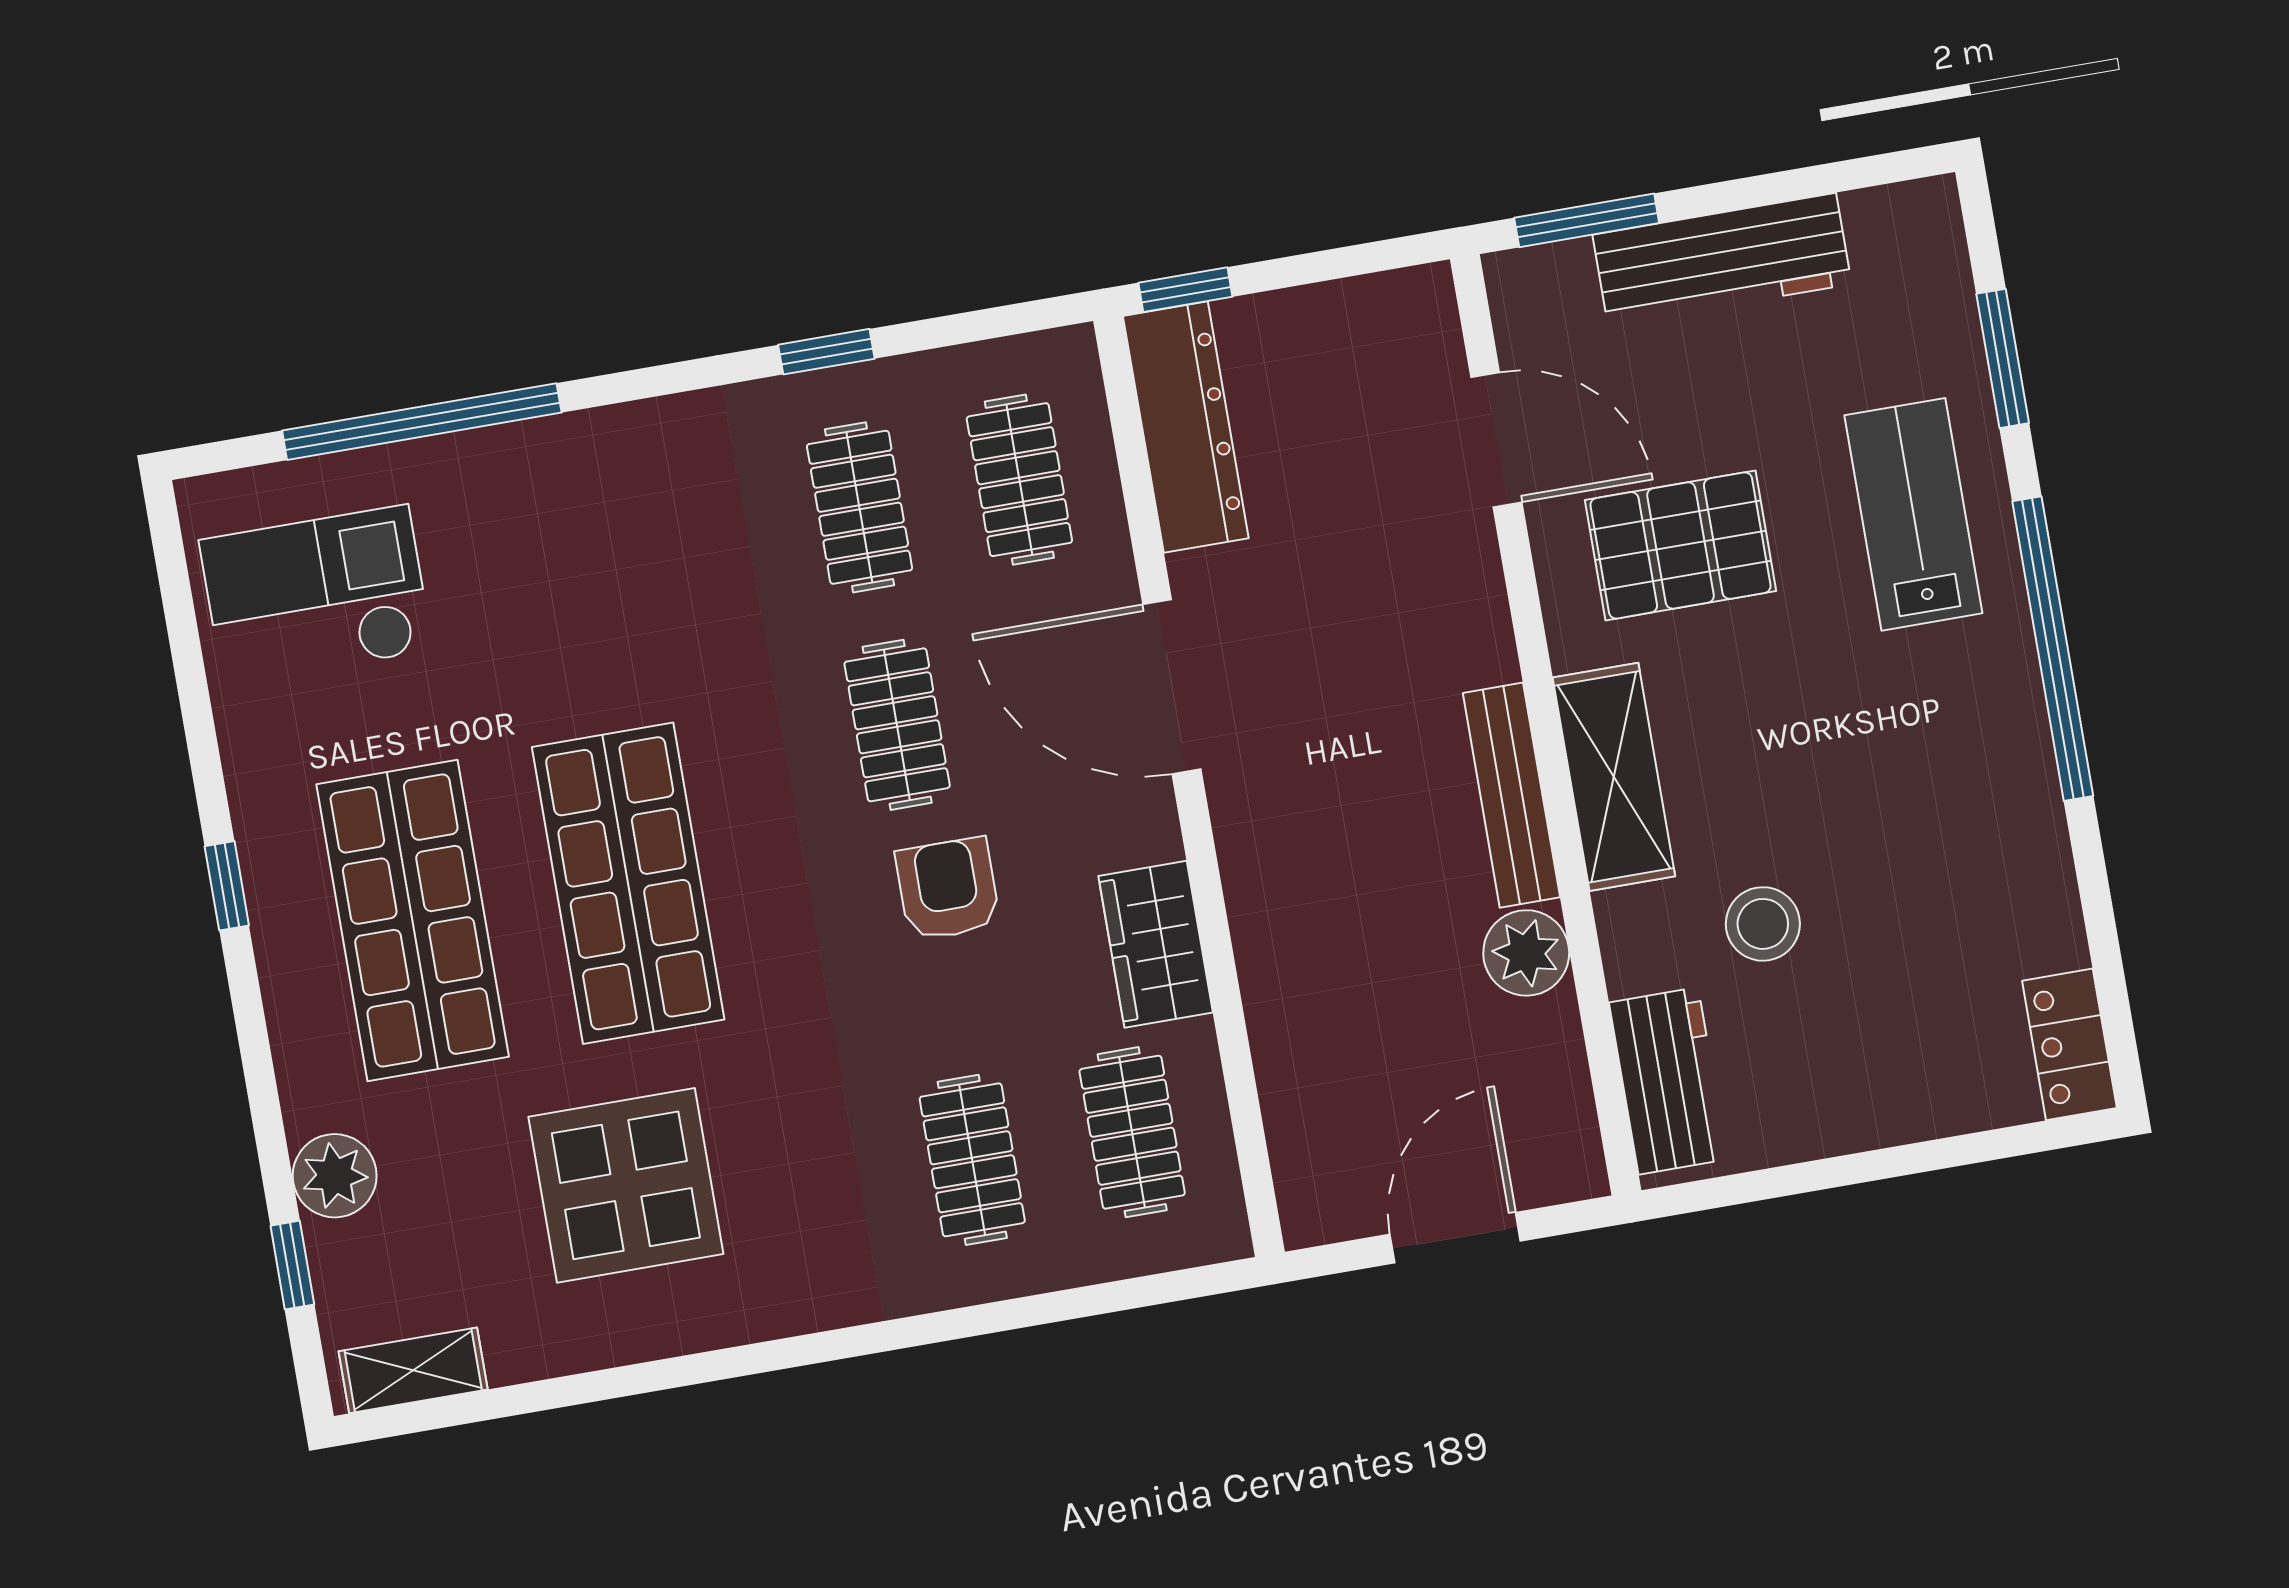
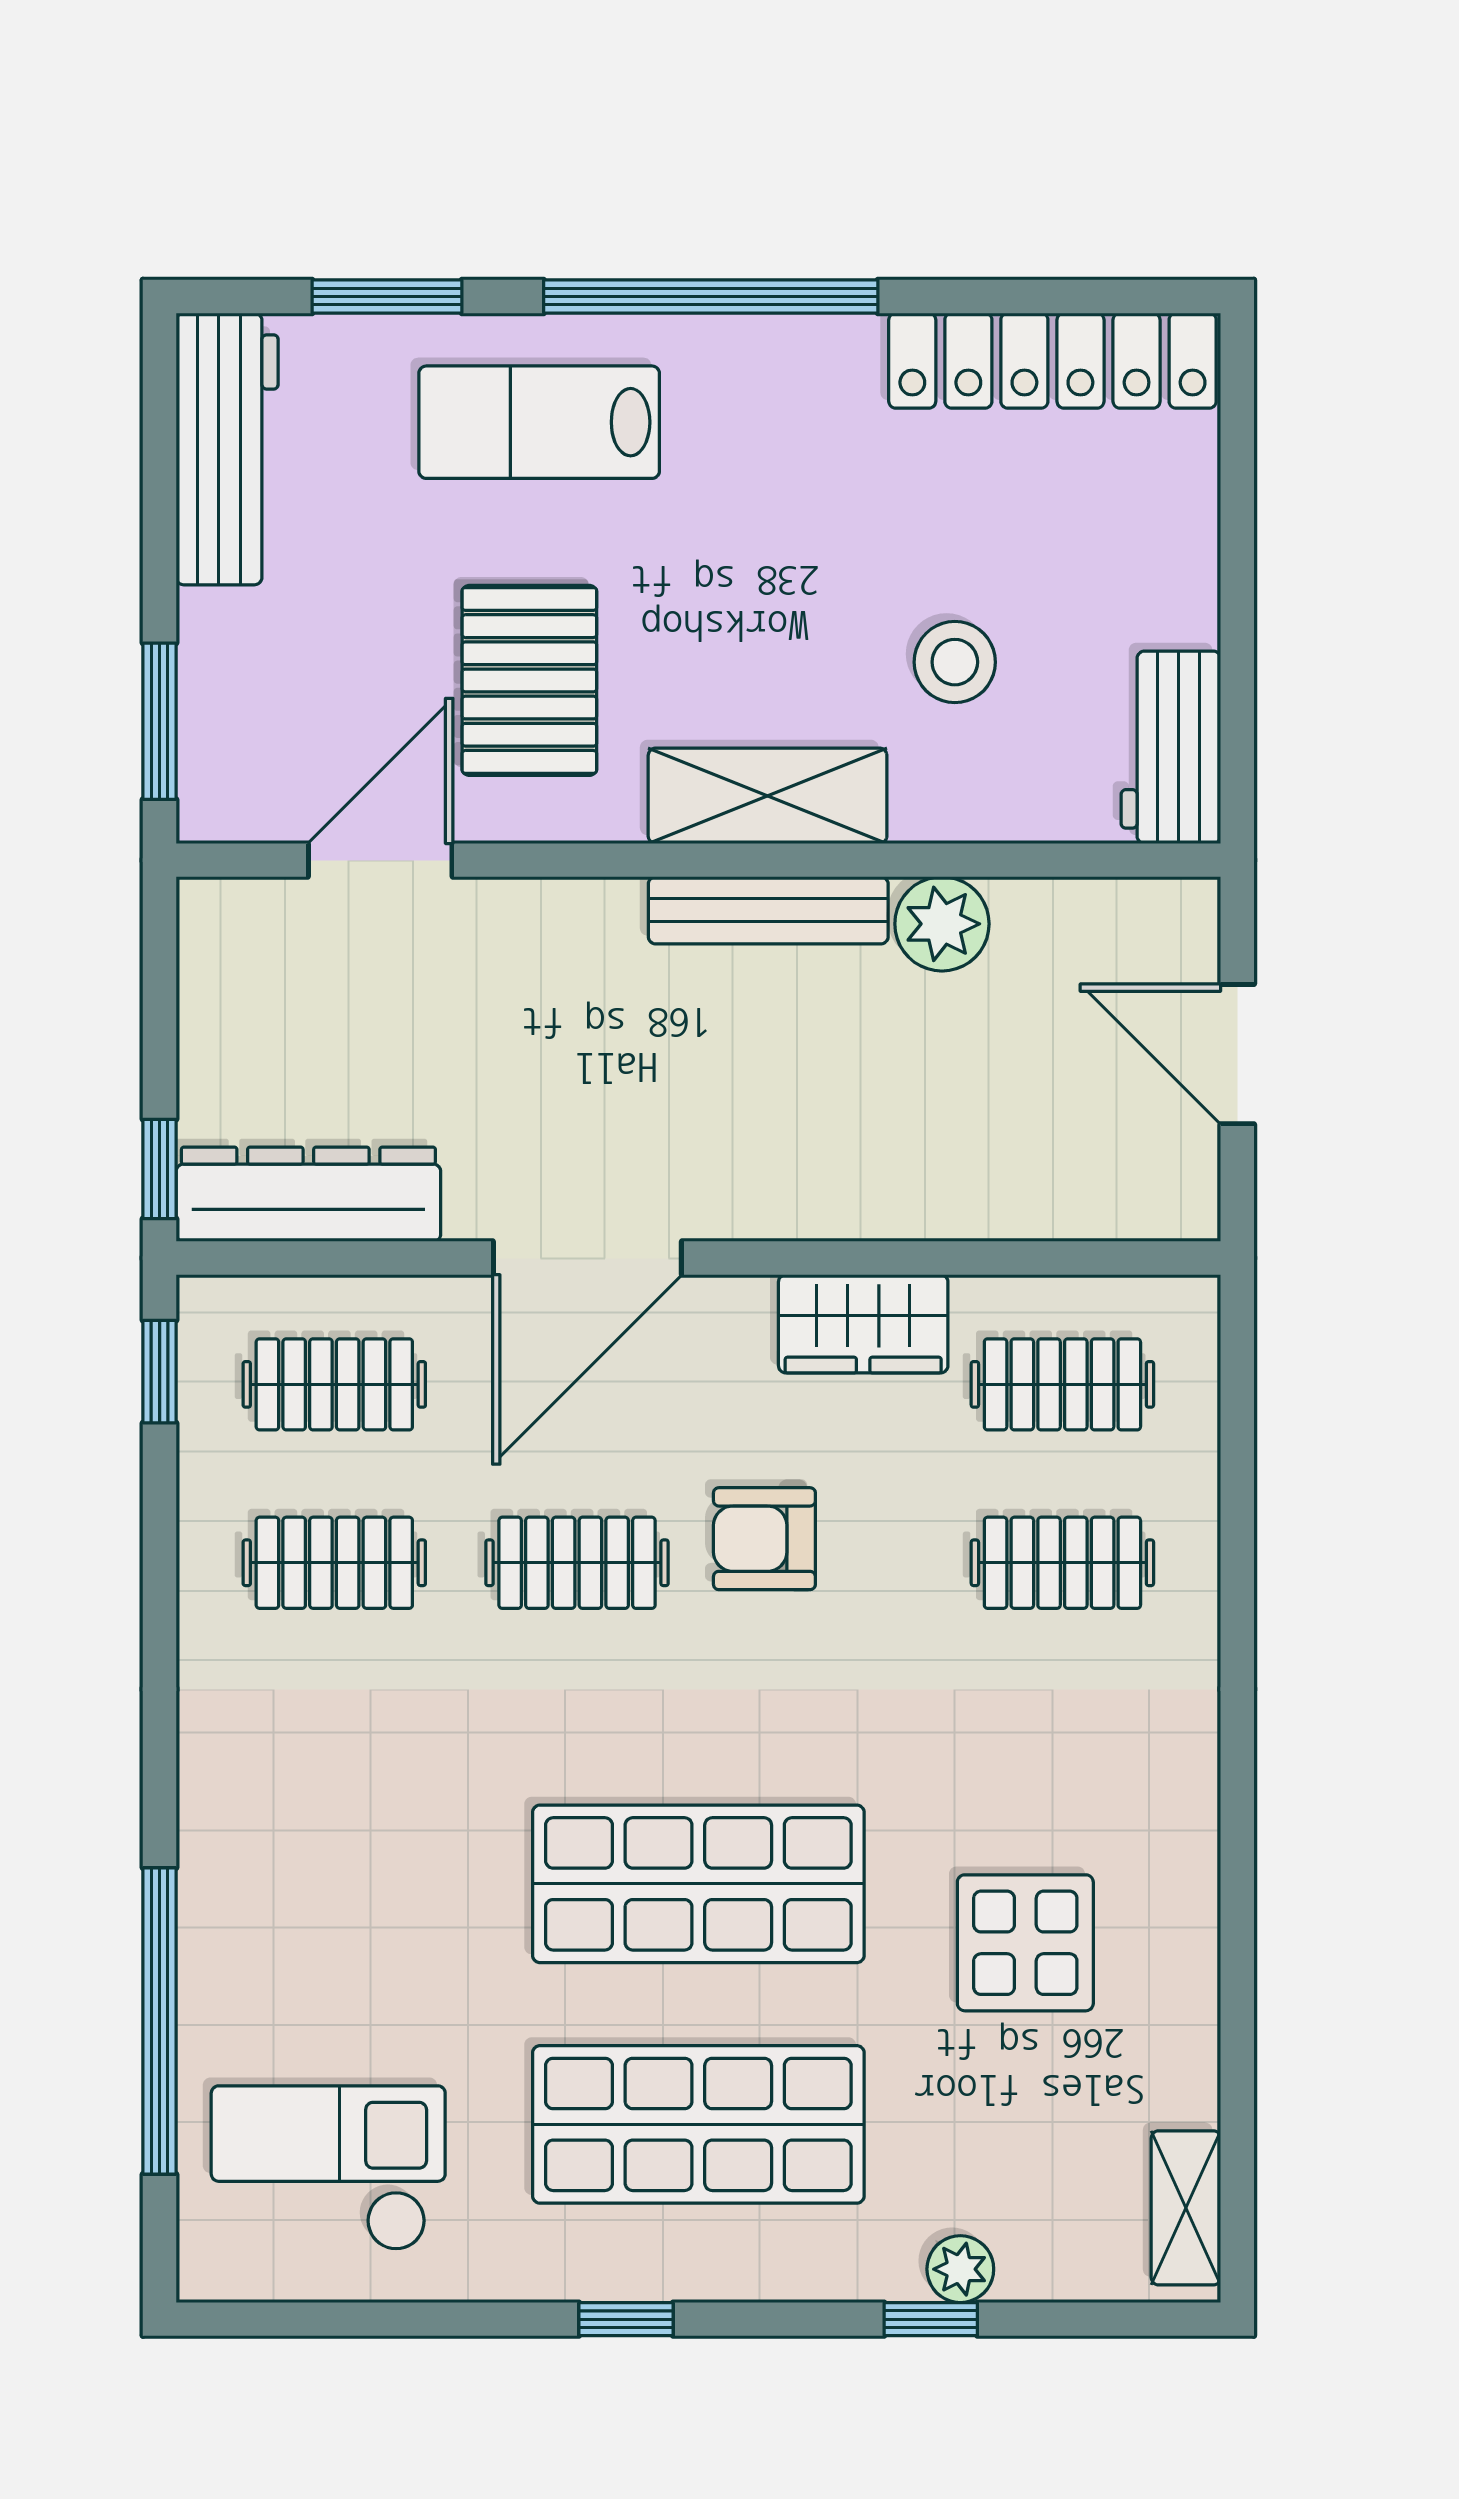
workbench: (1722, 259) -> (227, 449), moved
window: (826, 352) -> (160, 1372), moved
checkout: (316, 596) -> (328, 2168), turned 90
locker: (2069, 1044) -> (1052, 361), width x2.16, depth x1.21
workbench: (1668, 1081) -> (1171, 747), moved, turned -90
plant: (335, 1176) -> (960, 2269), width x0.73, depth x0.73
display table: (626, 1185) -> (1025, 1943), width x0.73, depth x0.73
window: (292, 1265) -> (931, 2319), moved

